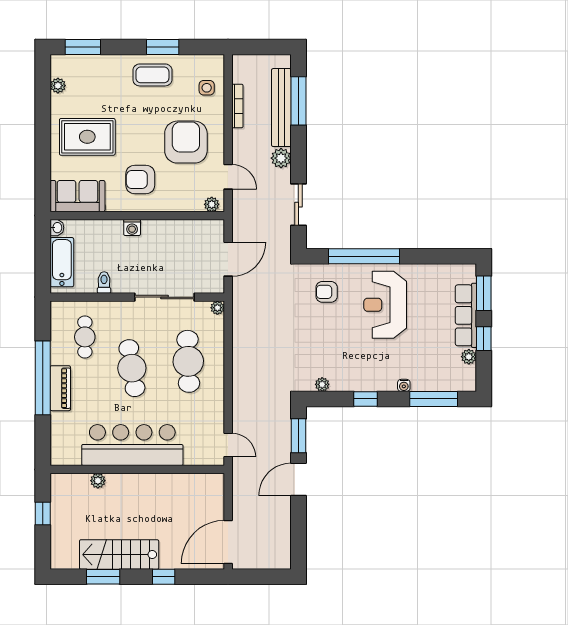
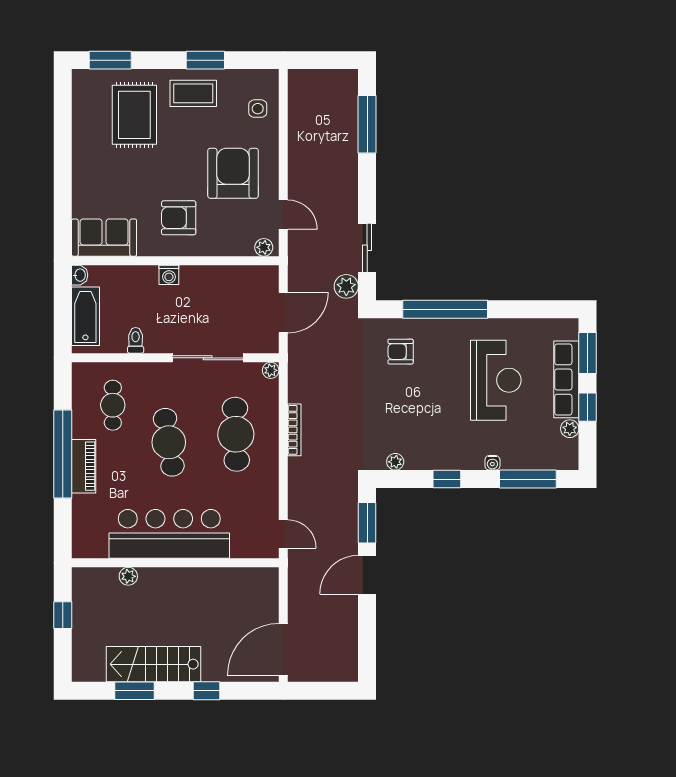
plant: (58, 86) -> (81, 106), removed
bookcase: (237, 106) -> (294, 430), moved
bench: (281, 108) -> (347, 132), removed
rug: (87, 137) -> (134, 115), moved, turned 90
plant: (281, 158) -> (346, 286), moved
reception desk: (385, 305) -> (496, 380), moved, turned 180

